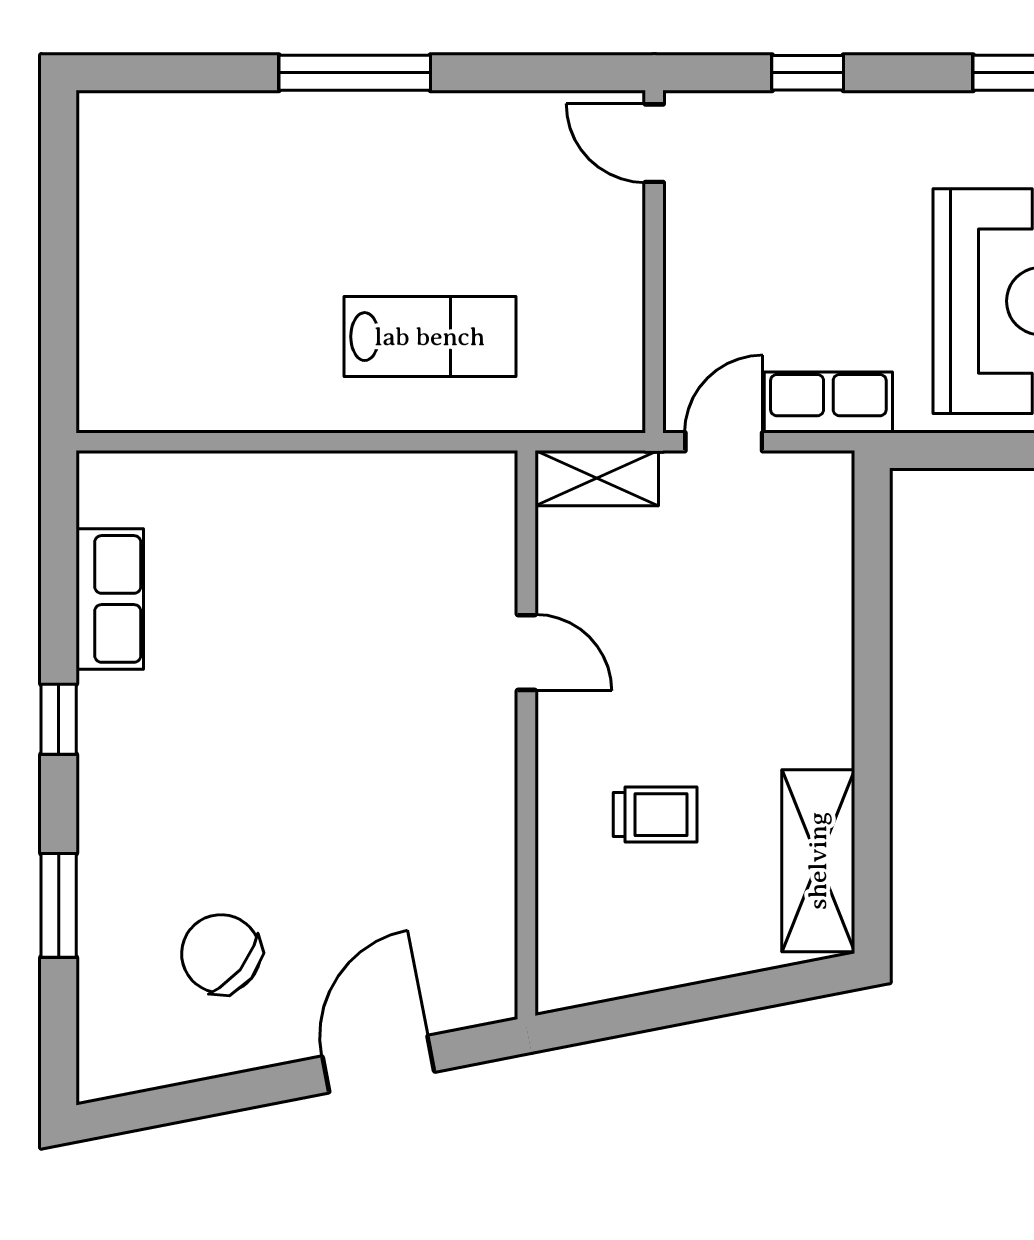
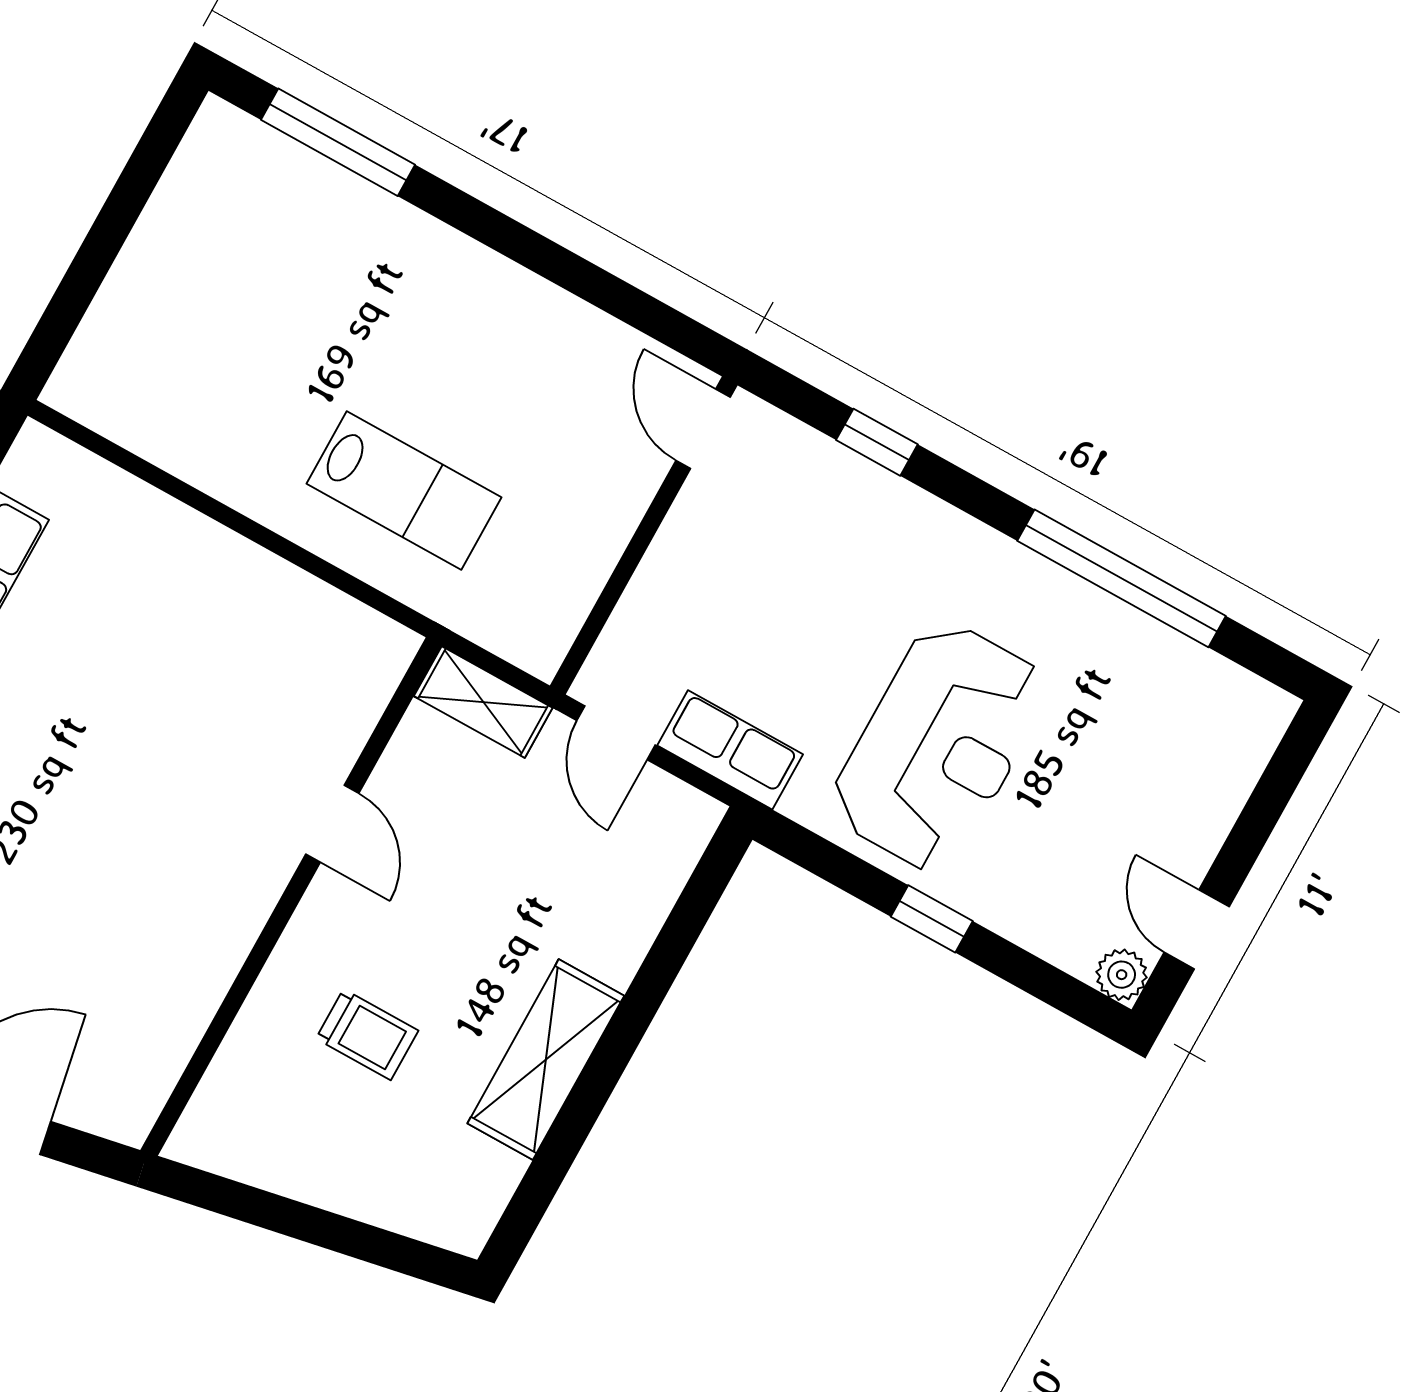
window: (355, 73) -> (338, 142), moved
door: (724, 442) -> (616, 733), swing flipped
shelving: (818, 861) -> (546, 1060), moved

